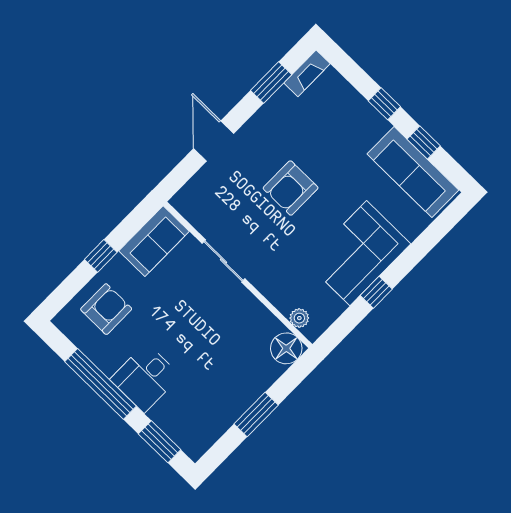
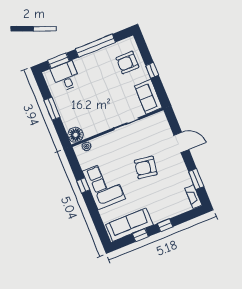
armchair: (291, 188) -> (146, 167), turned -81
armchair: (106, 309) -> (127, 63), turned 90
desk: (145, 378) -> (66, 76), moved

